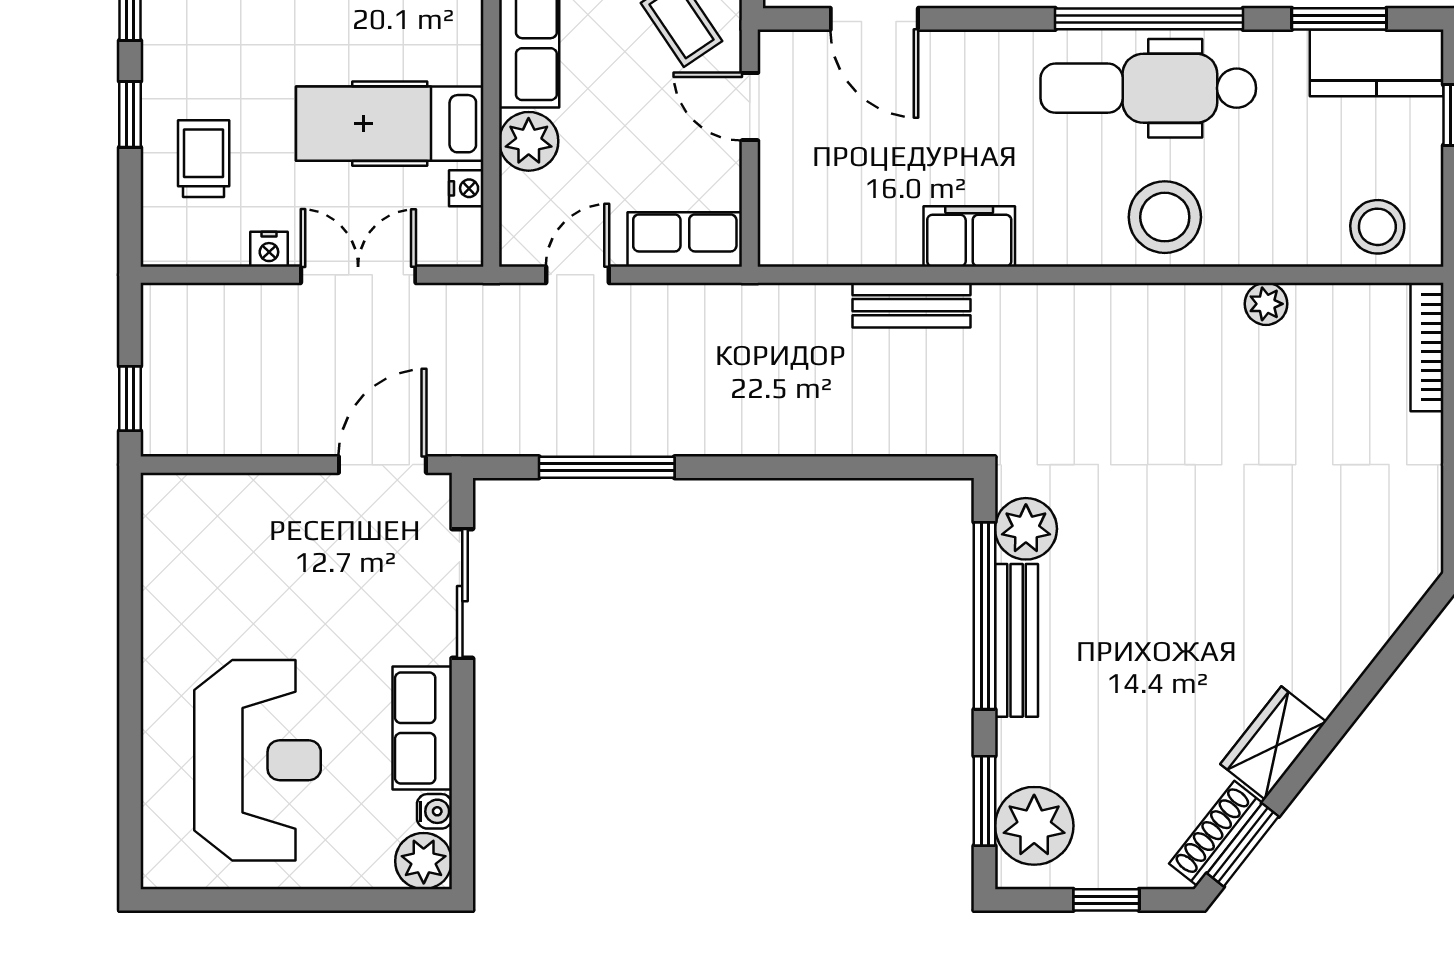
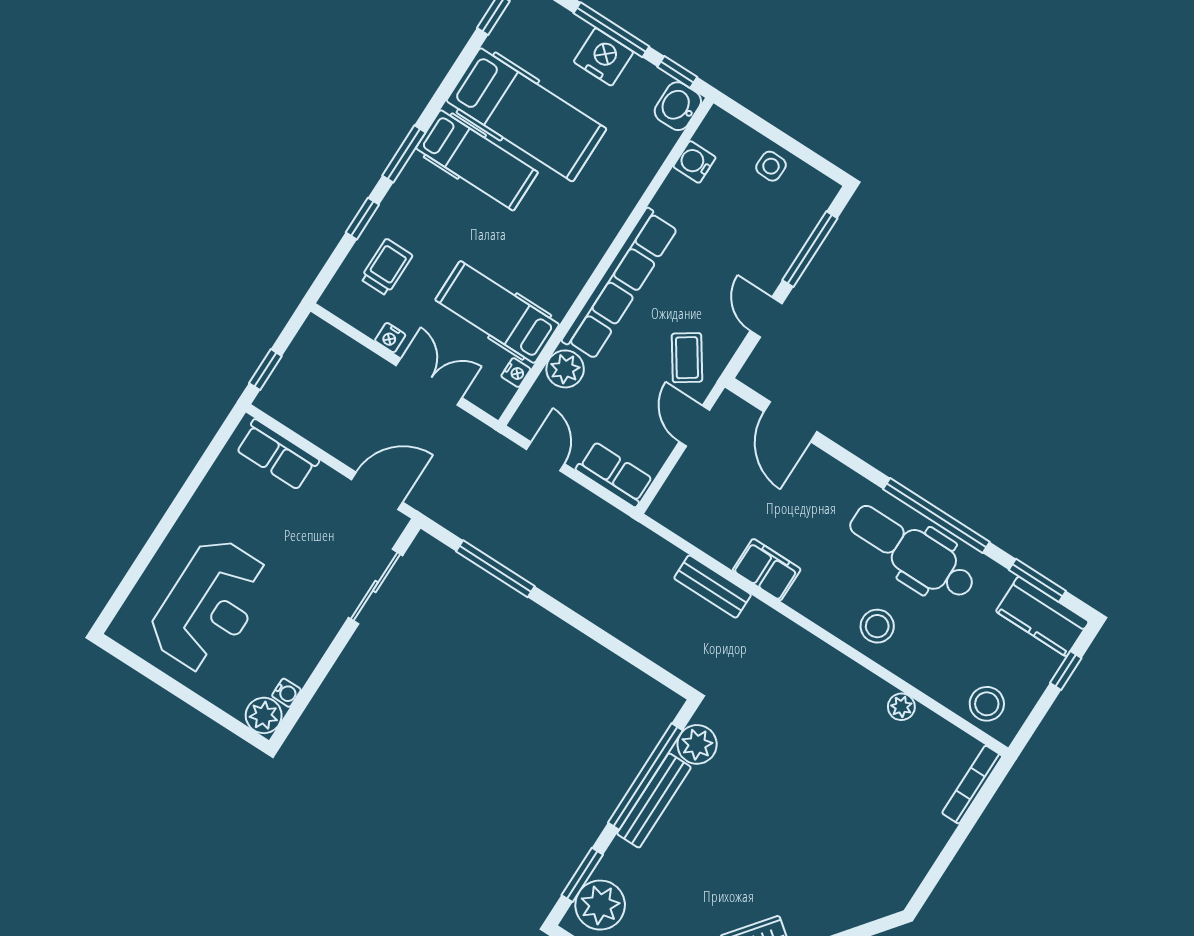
stool: (1165, 217) -> (877, 626), width x0.73, depth x0.73
door: (577, 275) -> (545, 456), hinge flipped
row of seats: (422, 728) -> (277, 455), moved, turned -90

